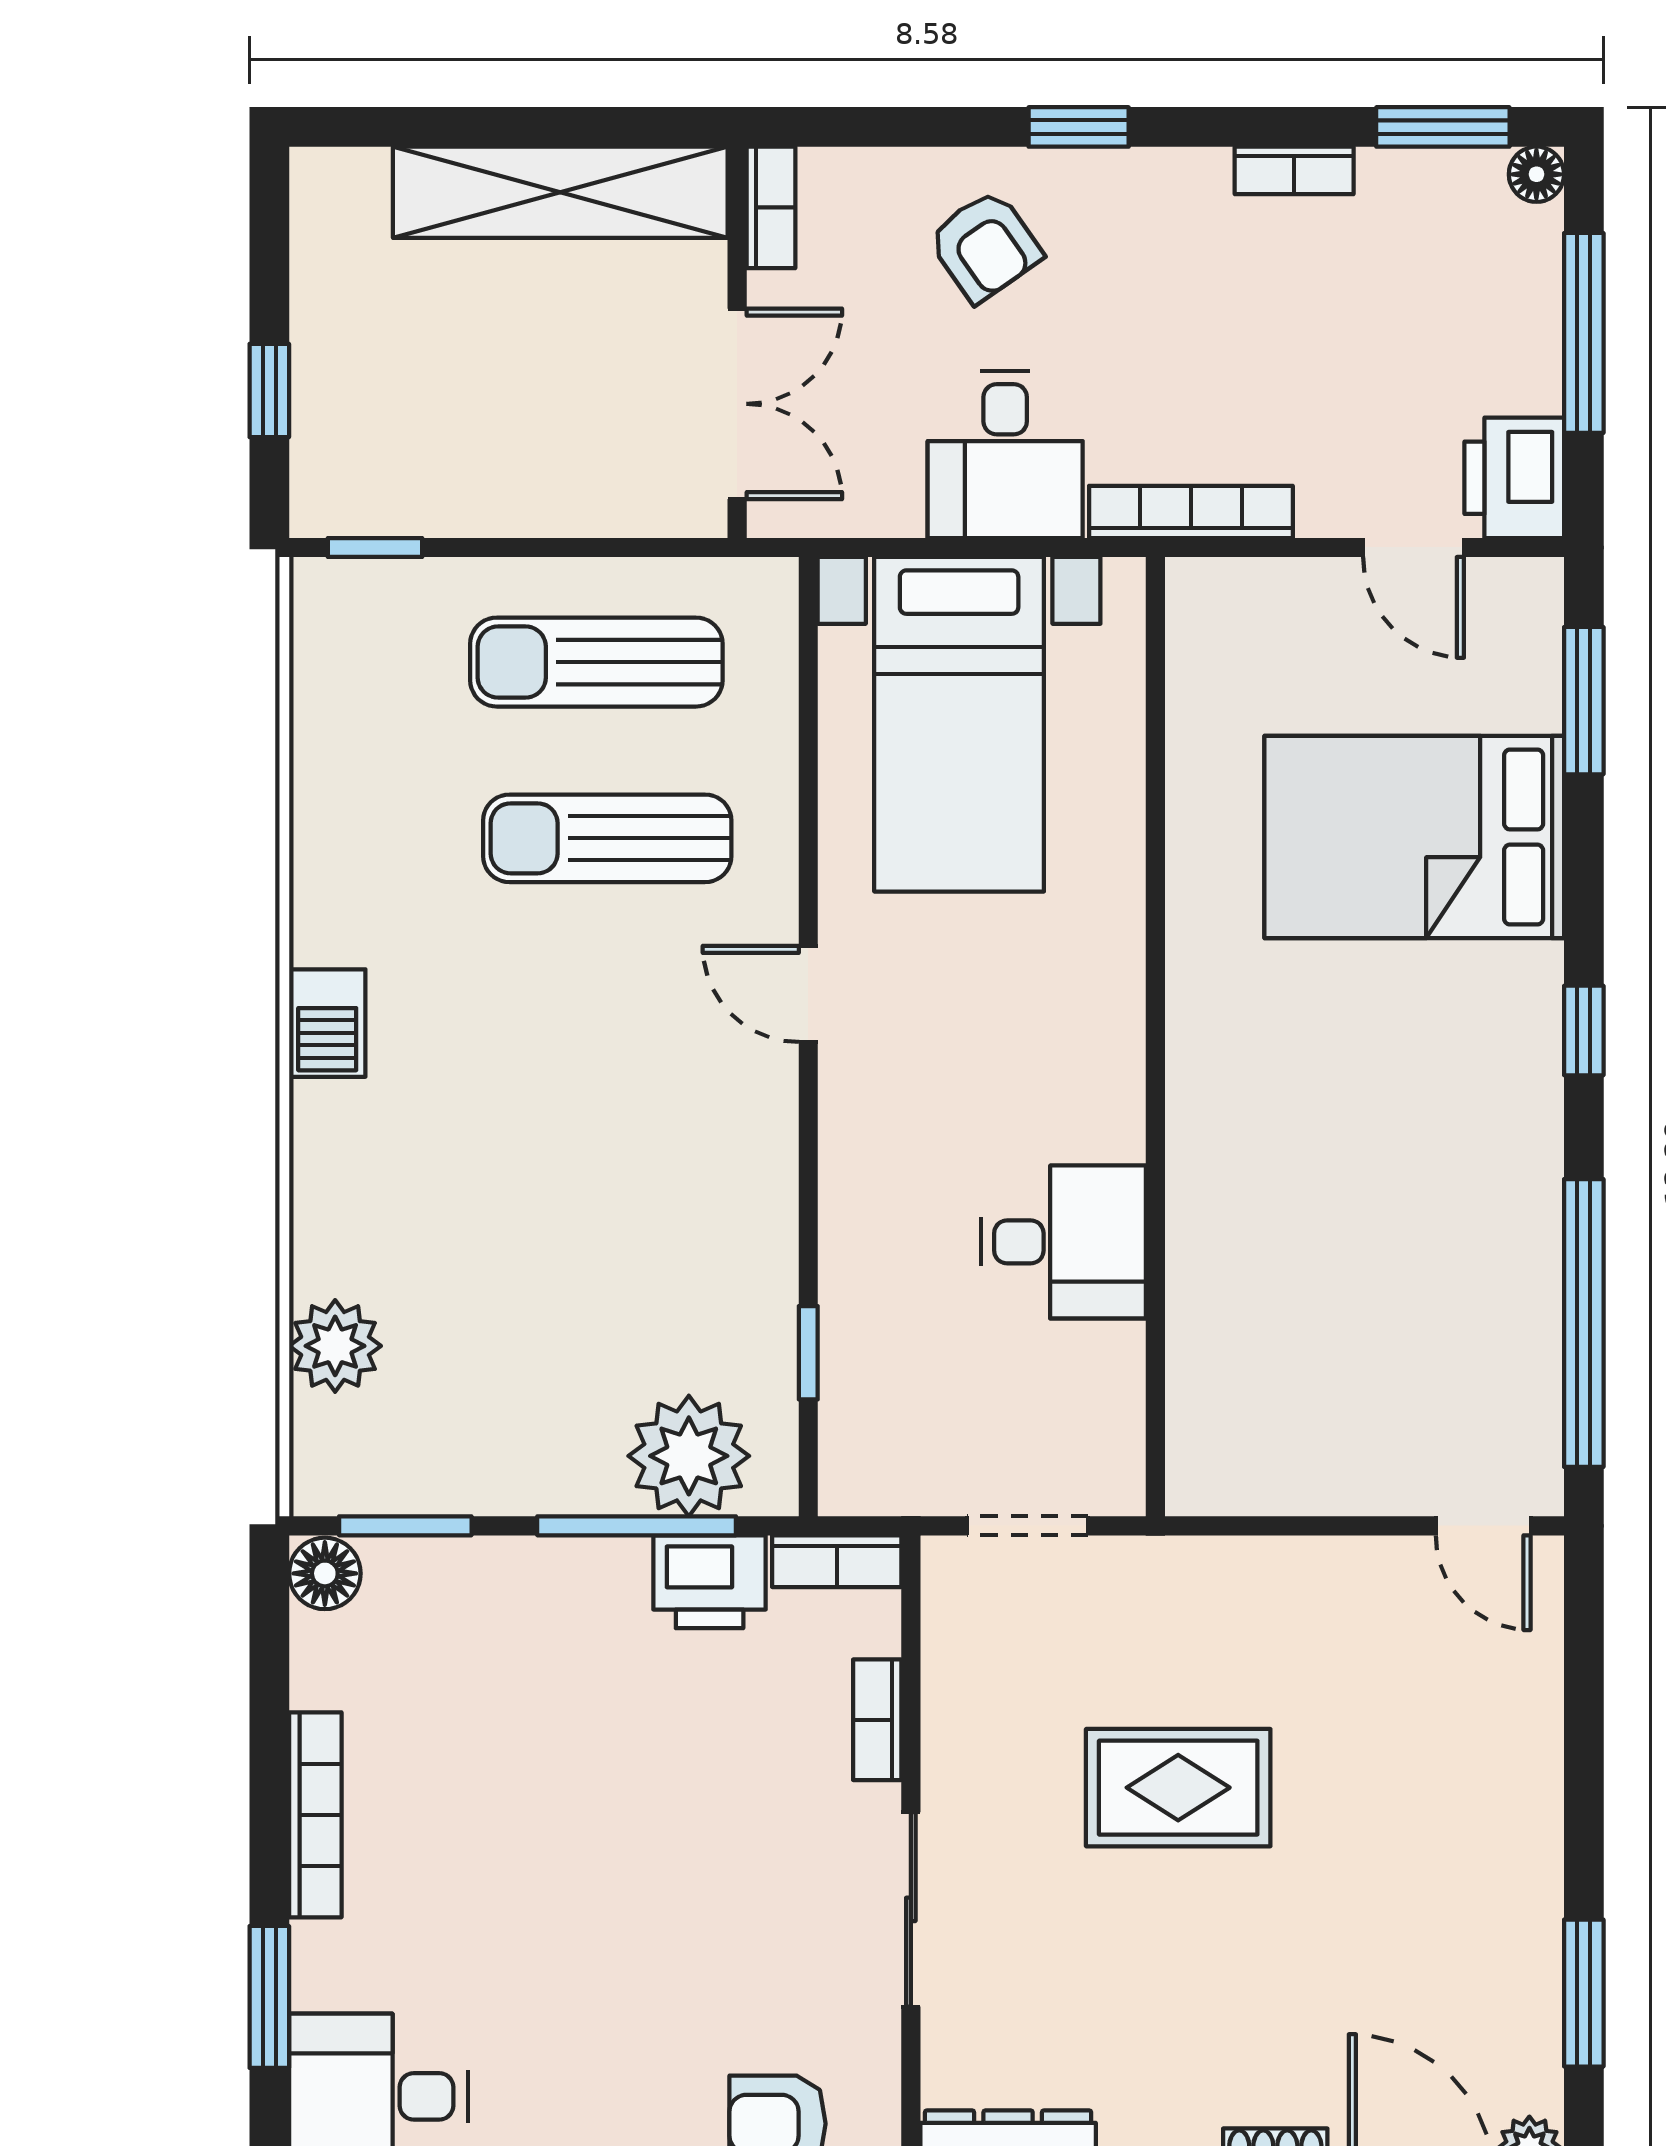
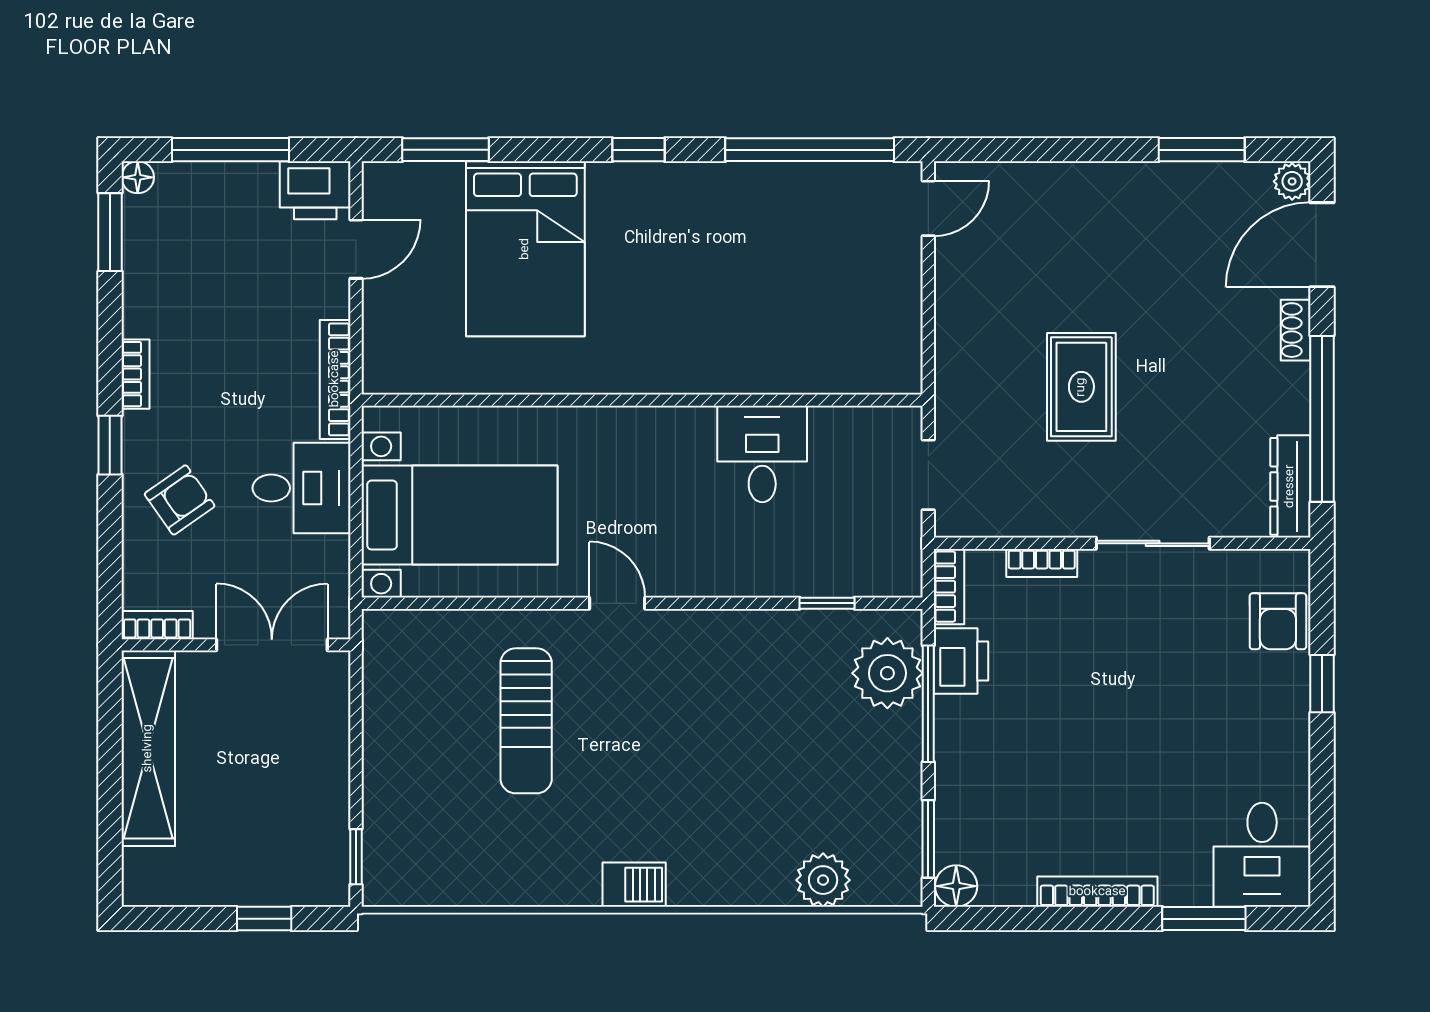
bookcase: (1294, 170) -> (135, 374), moved
sun lounger: (596, 662) -> (423, 727), removed
door: (808, 994) -> (617, 603), swing flipped

